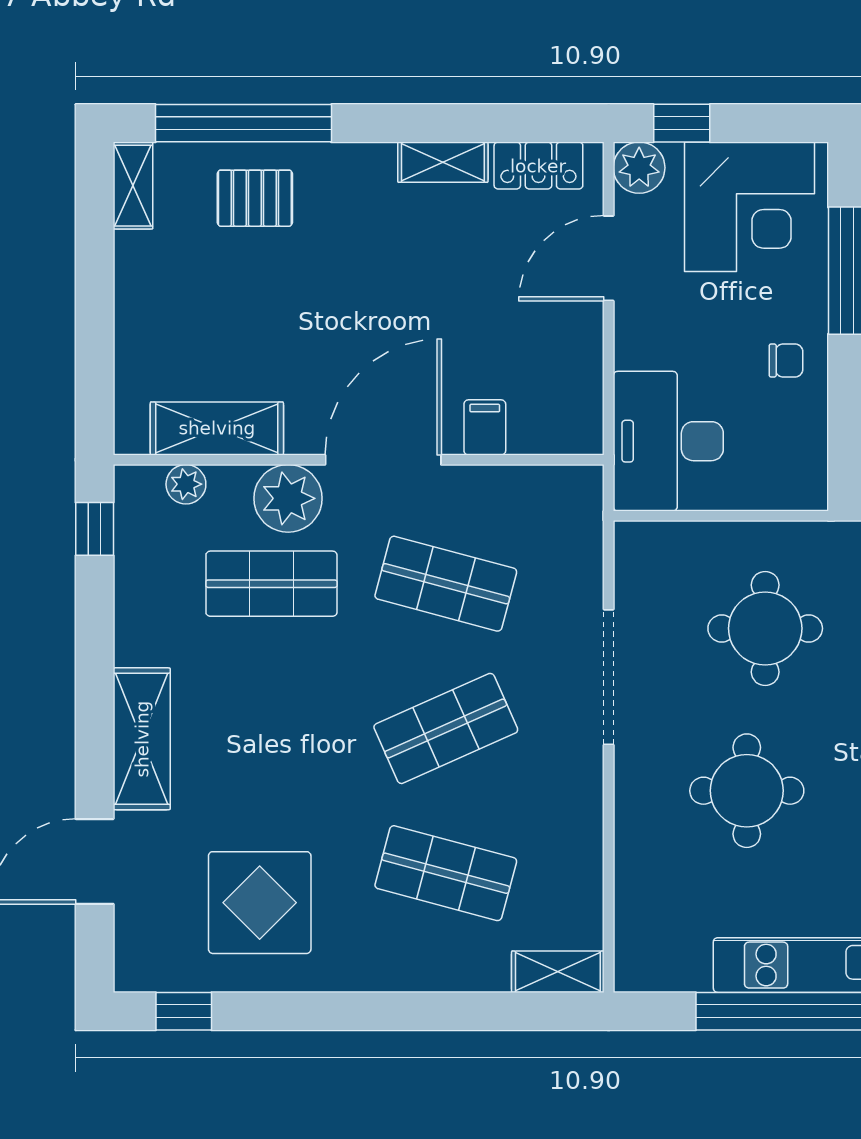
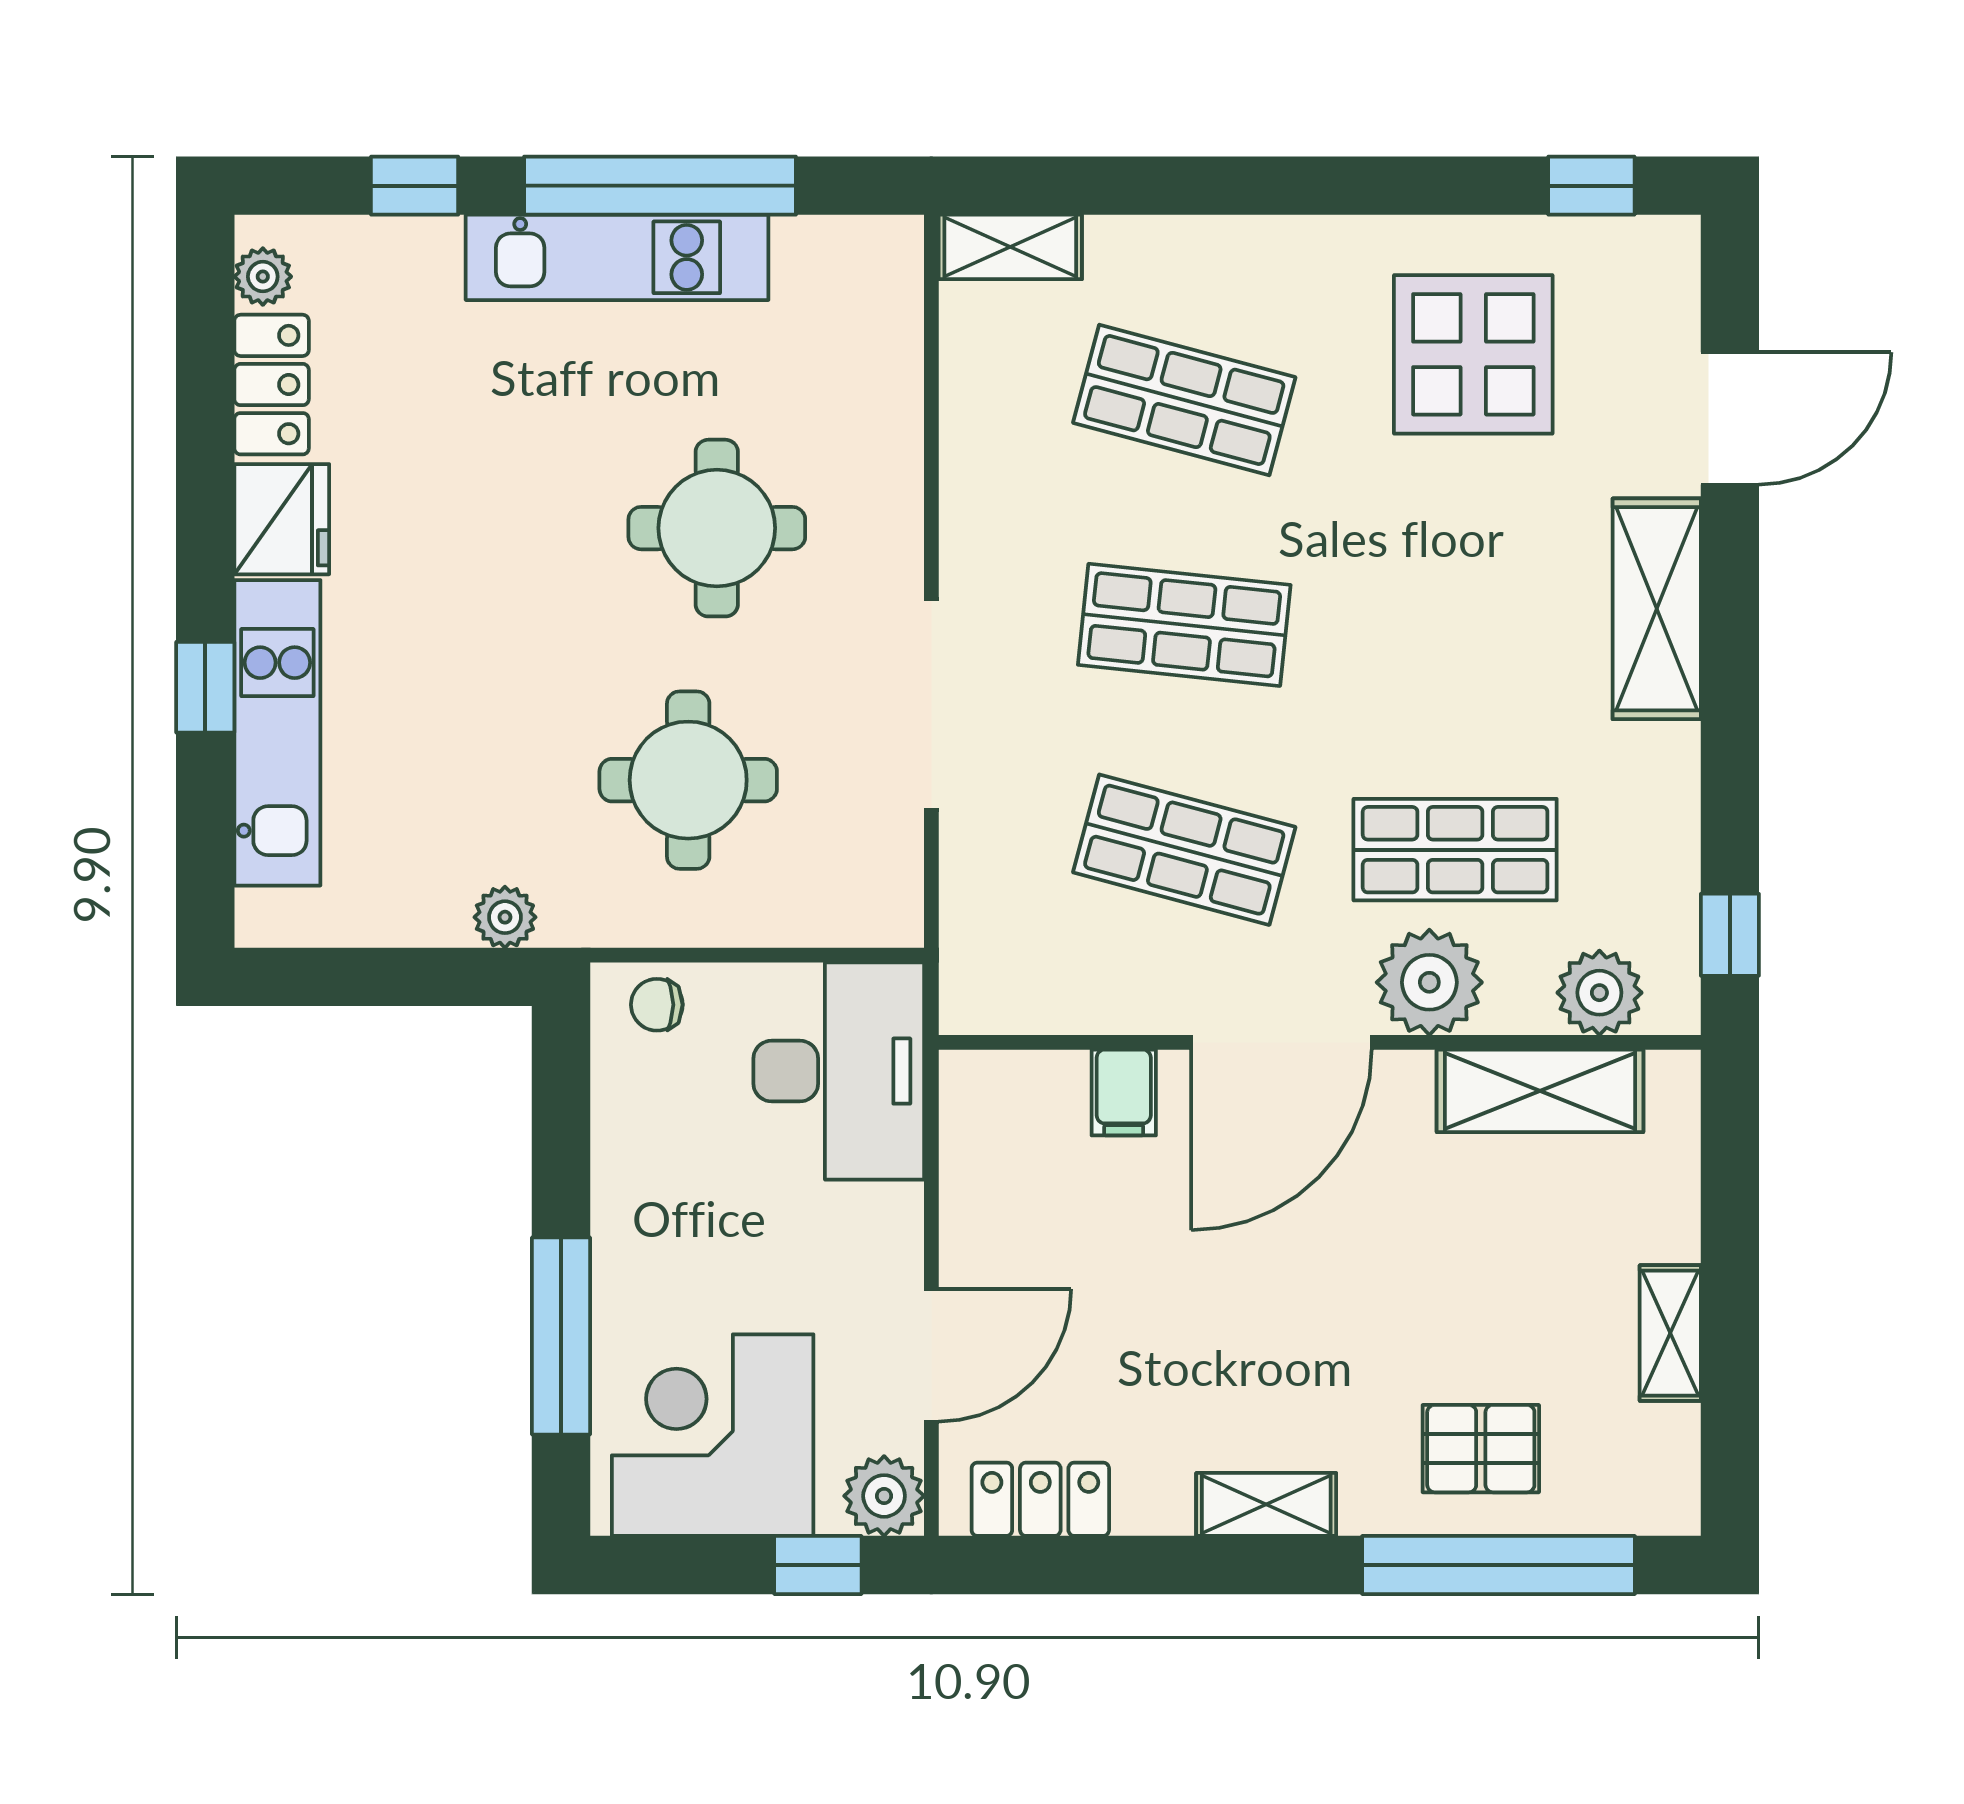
shelving: (443, 162) -> (1266, 1504), moved
shelving: (133, 186) -> (1670, 1333), moved
chair: (786, 360) -> (657, 1005), moved
plant: (186, 484) -> (1599, 993), width x1.38, depth x1.38
shop shelf: (446, 728) -> (1184, 625), turned 30

